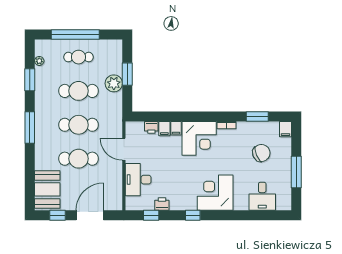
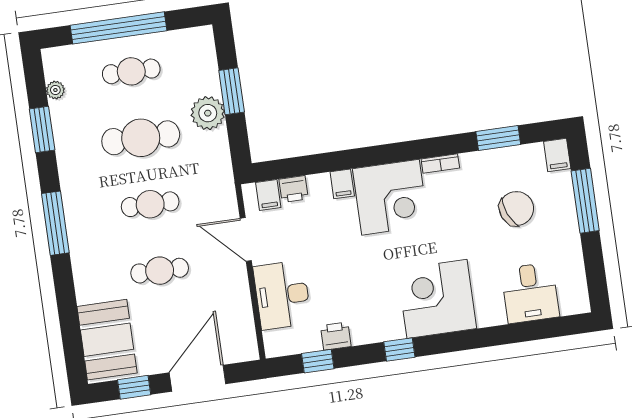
cafe table: (79, 125) -> (150, 204), width x0.73, depth x0.74
filing cabinet: (164, 129) -> (268, 195), moved
cafe table: (79, 159) -> (160, 271), width x0.73, depth x0.74
window: (296, 172) -> (585, 201), moved

